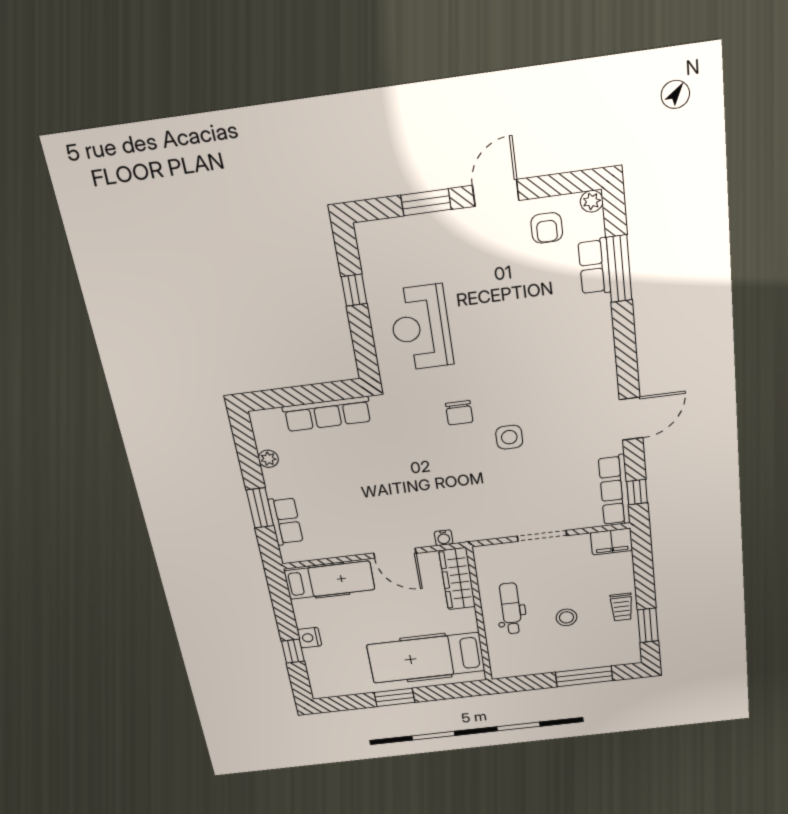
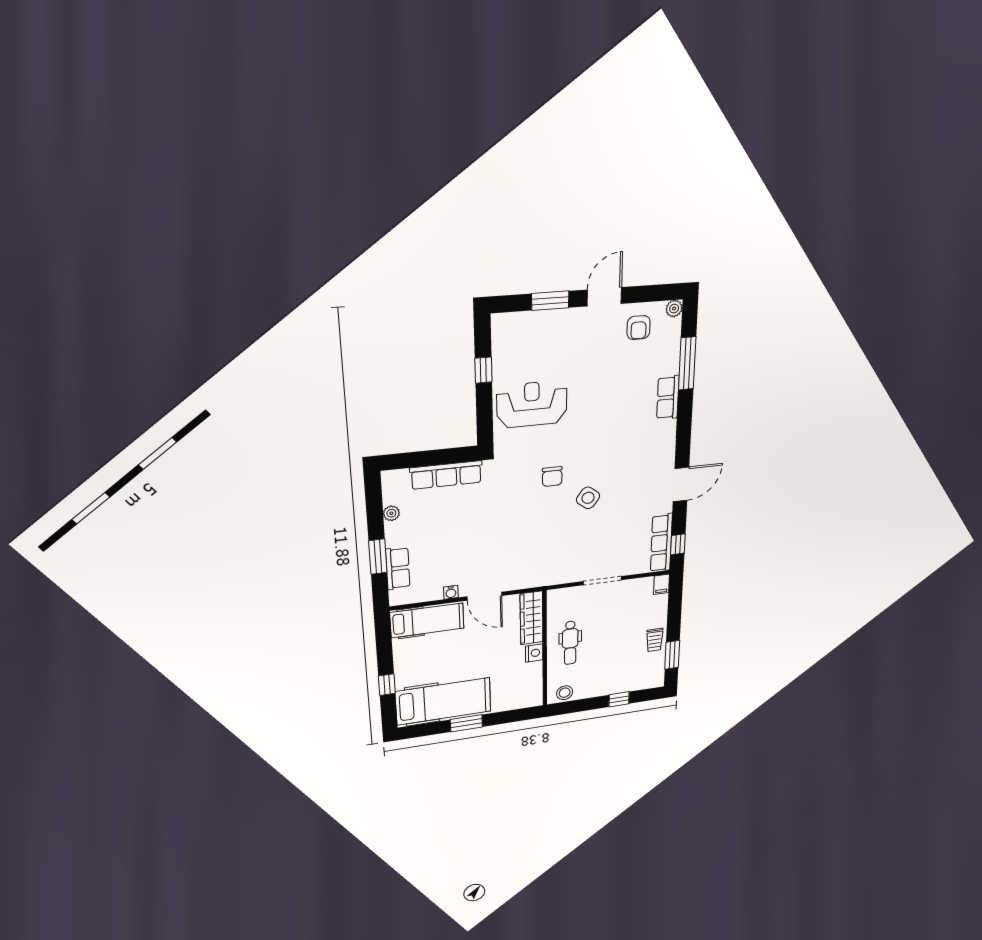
row of seats: (594, 267) -> (668, 398), moved
reception desk: (421, 328) -> (532, 404), turned 90
side table: (509, 437) -> (588, 498), turned 37
water cooler: (444, 538) -> (451, 592), moved
filing cabinet: (611, 542) -> (661, 584), width x0.50
dental chair: (511, 608) -> (570, 643), turned 180
stool: (566, 617) -> (565, 693), moved
nightstand: (309, 638) -> (534, 653), moved, turned 180
hospital bed: (426, 658) -> (443, 701), moved, turned 180
window: (584, 676) -> (619, 699), width x0.46

